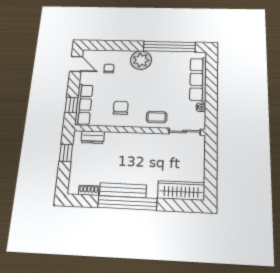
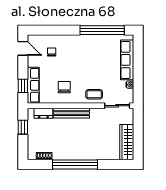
plant: (141, 60) -> (78, 43), removed
bench: (123, 190) -> (71, 113), moved
wardrobe: (181, 190) -> (127, 142), moved, turned -90

